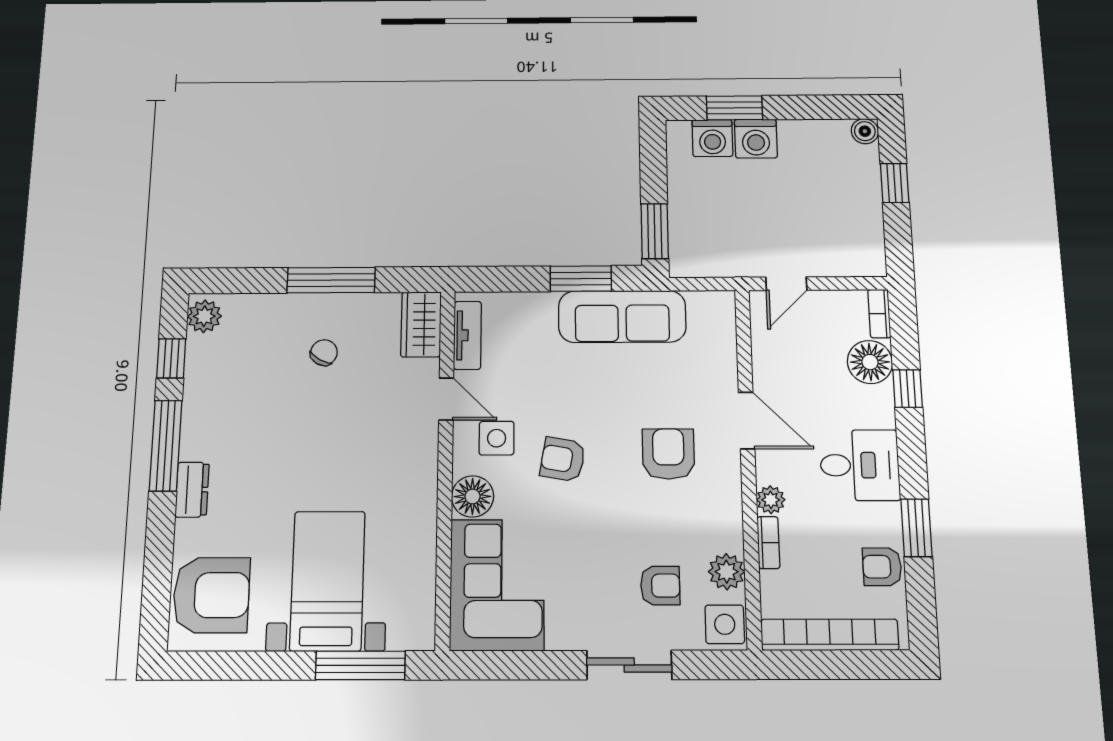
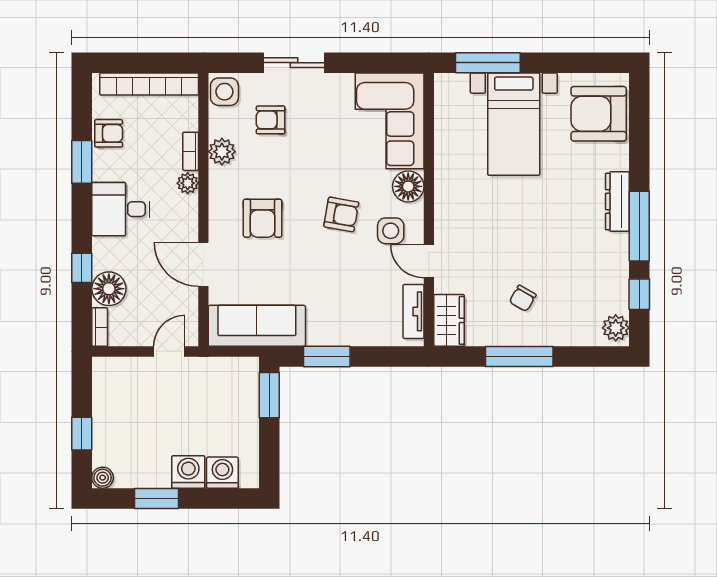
window: (734, 108) -> (156, 498), moved
sofa: (622, 317) -> (257, 326), moved
door: (747, 421) -> (203, 264), moved
dresser: (192, 490) -> (617, 201), width x1.44
plant: (727, 572) -> (222, 152), moved

